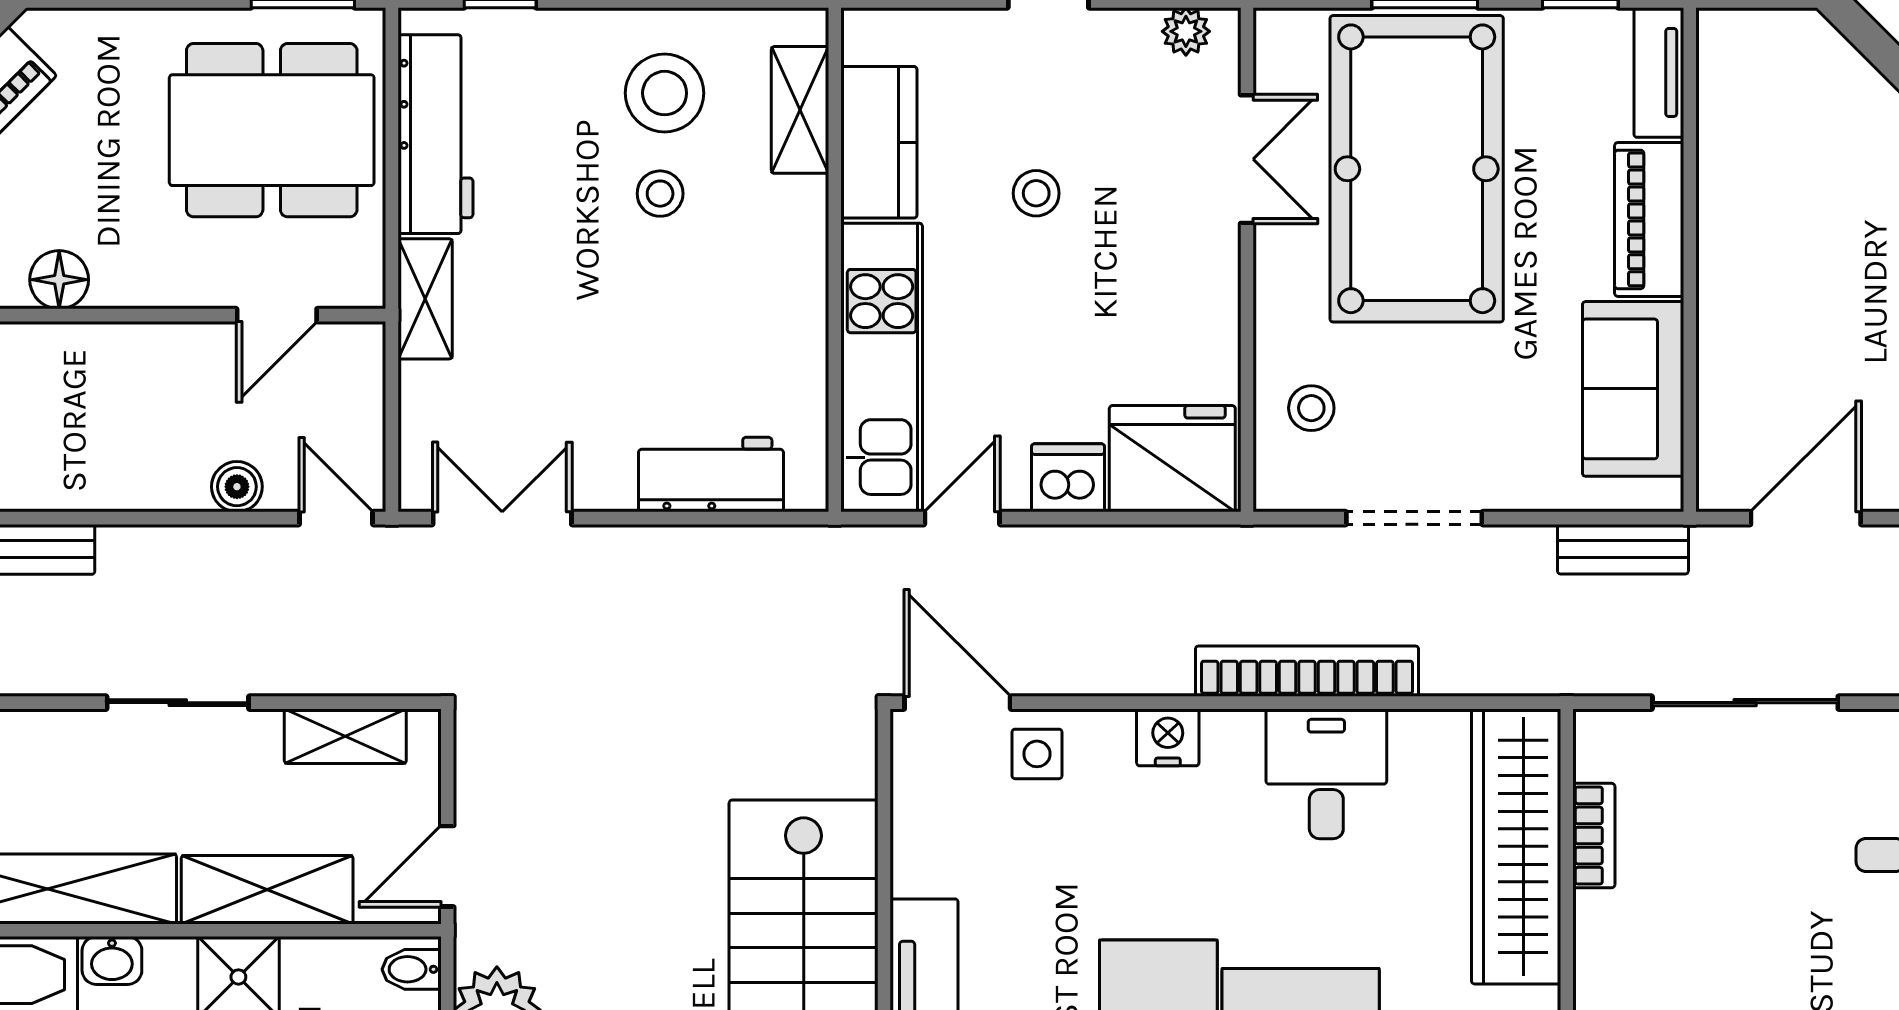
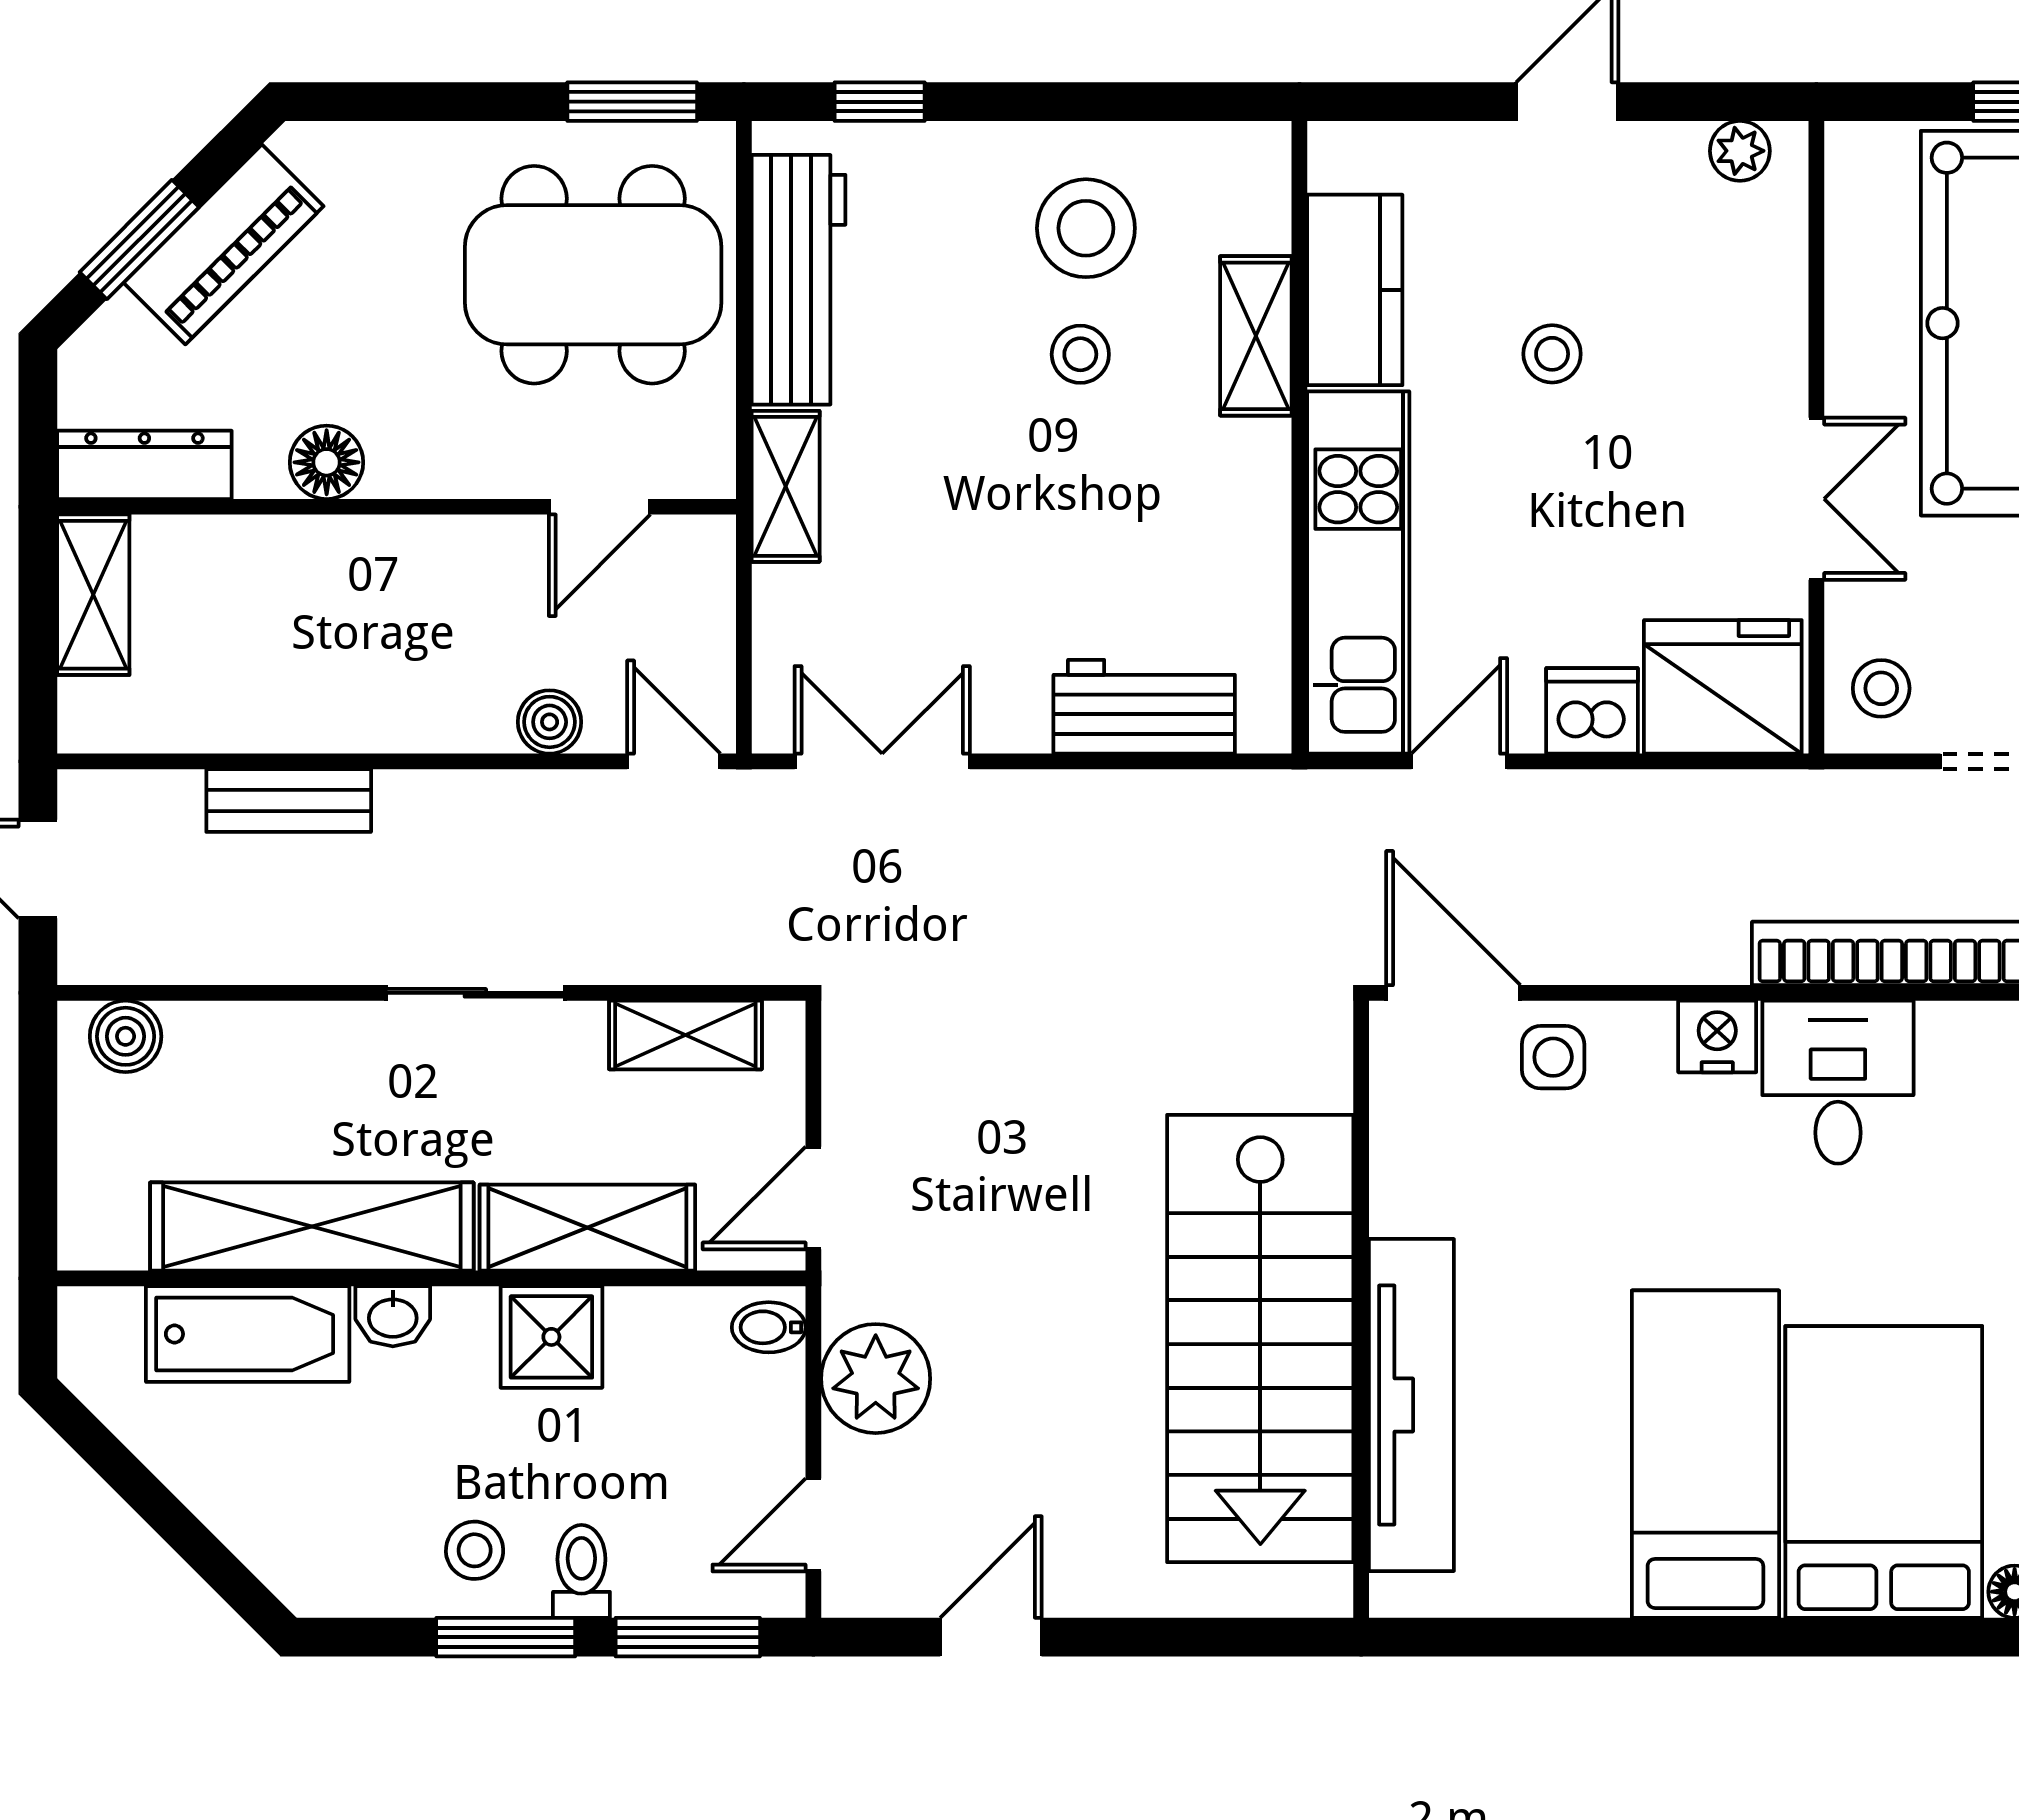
shelving: (800, 110) -> (1256, 336), moved
double door: (1247, 159) -> (1816, 499), moved
stool: (1311, 408) -> (1881, 688), moved
desk: (1326, 774) -> (1838, 1082), moved

